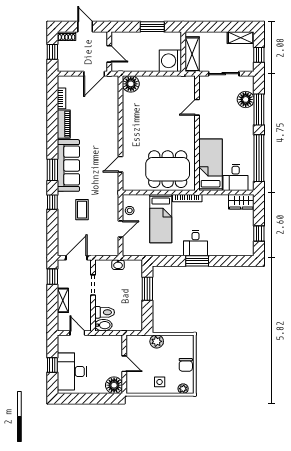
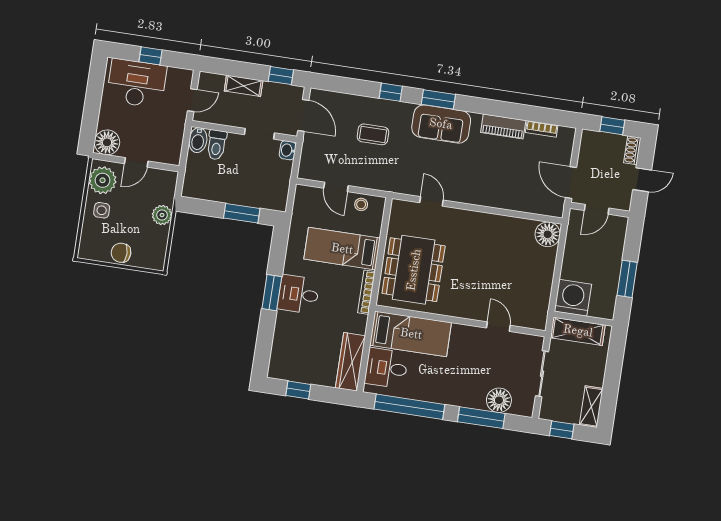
sofa: (68, 165) -> (441, 124), width x0.73
wardrobe: (241, 202) -> (350, 362), width x1.50
washbasin: (118, 265) -> (288, 150), moved
plant: (183, 389) -> (103, 180), moved, width x1.88, depth x1.88

